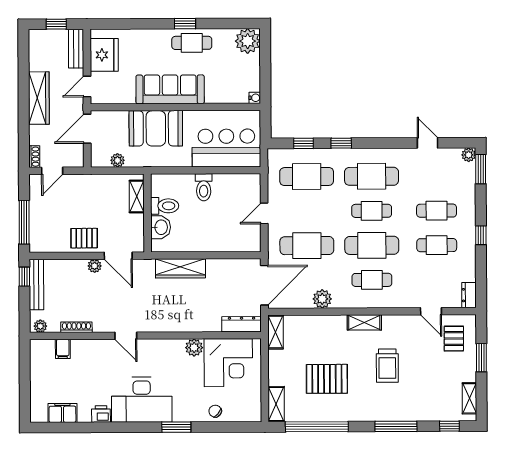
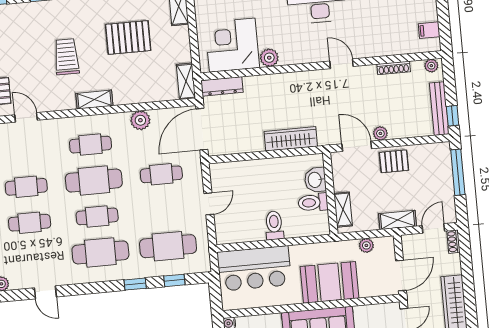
shelving: (86, 182) -> (398, 220), added
cafe table: (307, 246) -> (161, 174), width x0.73, depth x0.74
filing cabinet: (63, 349) -> (429, 30), moved, turned -90

